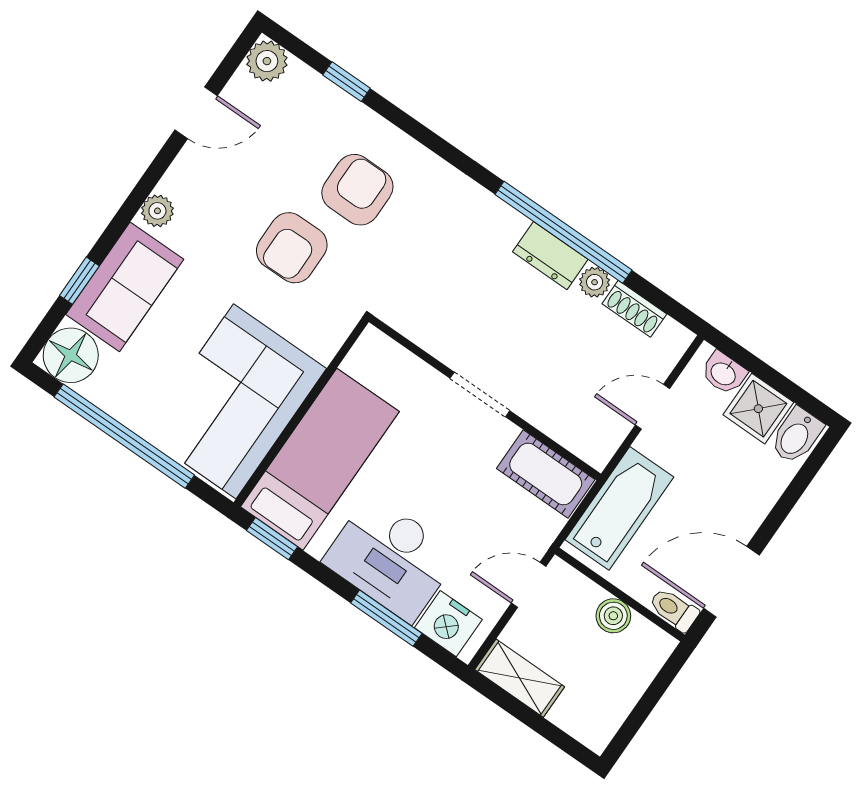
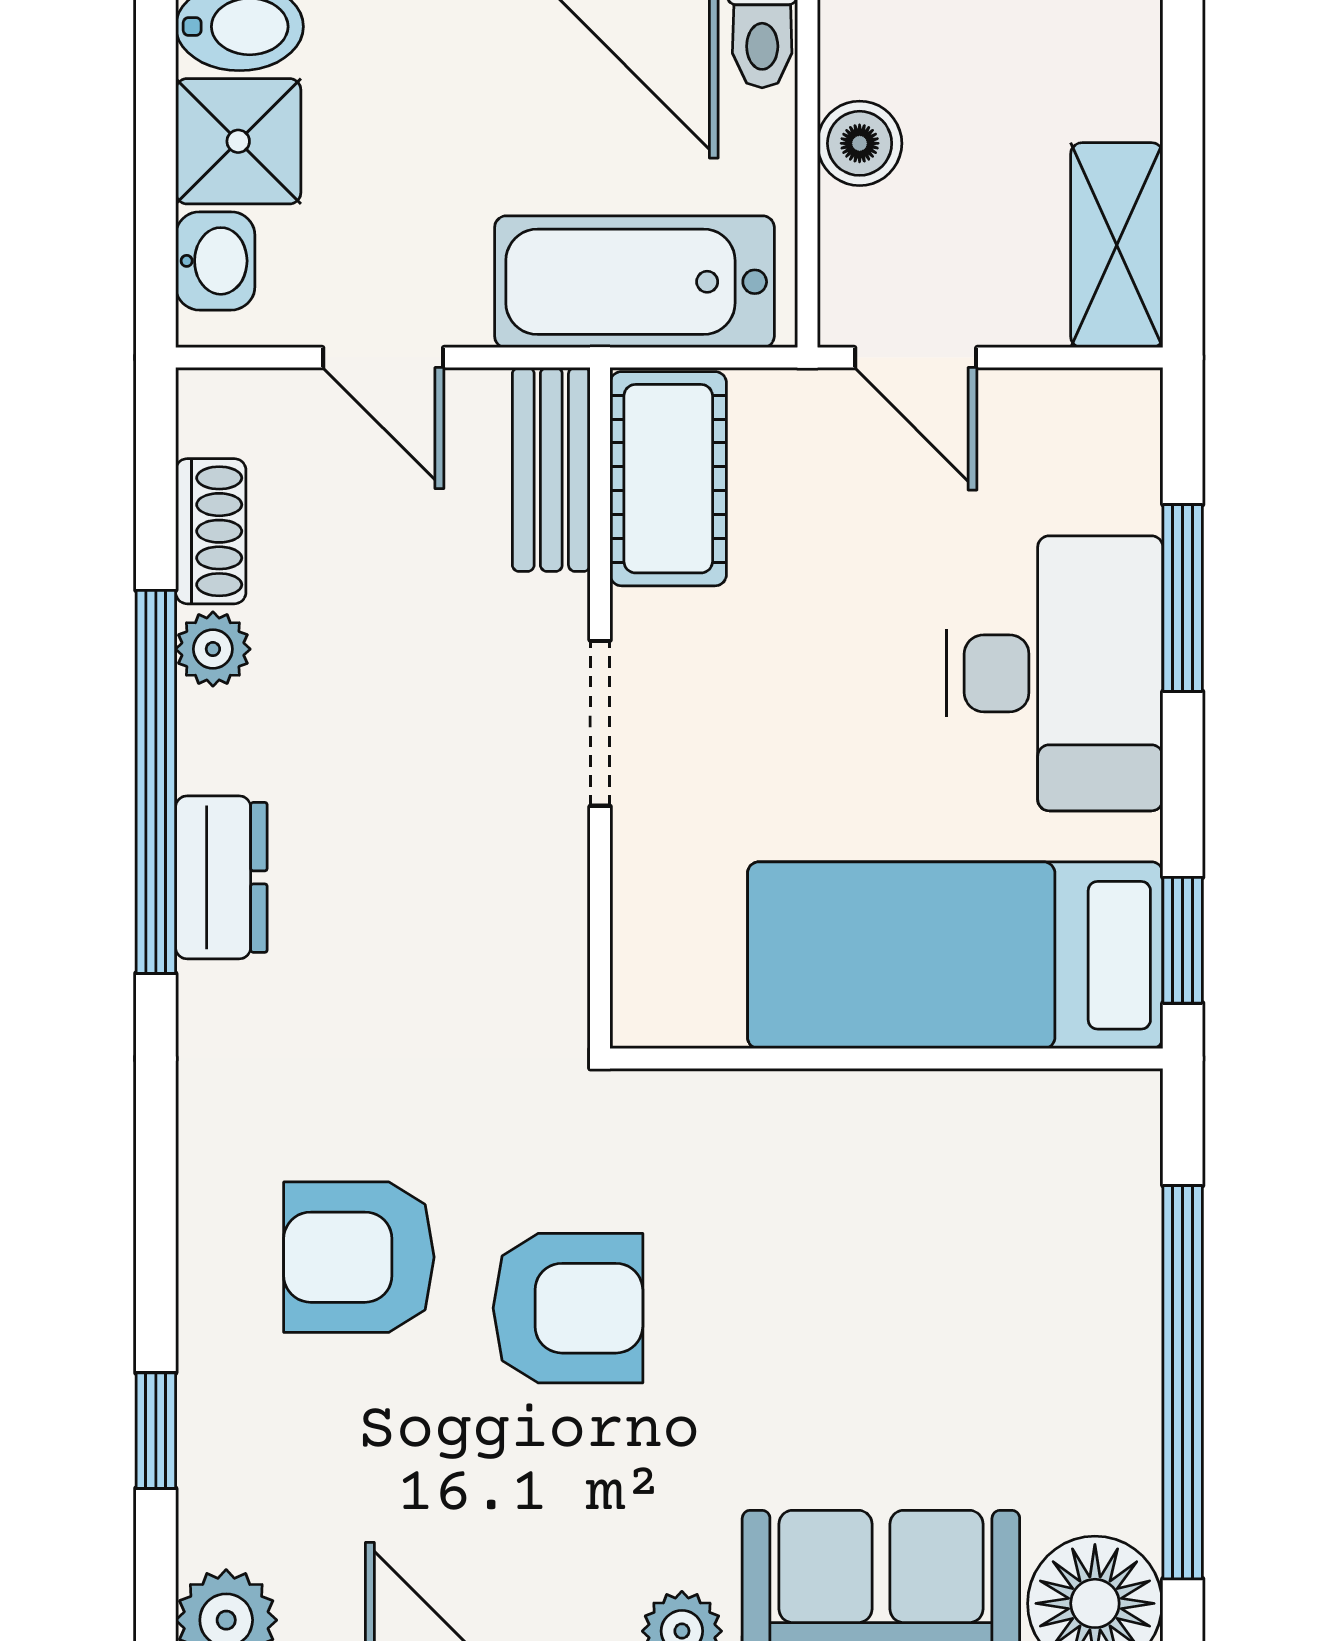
dresser: (550, 256) -> (221, 877), moved
corner sofa: (235, 401) -> (958, 1208), removed
bench: (576, 437) -> (551, 469), added
nightstand: (448, 624) -> (1107, 465), removed

